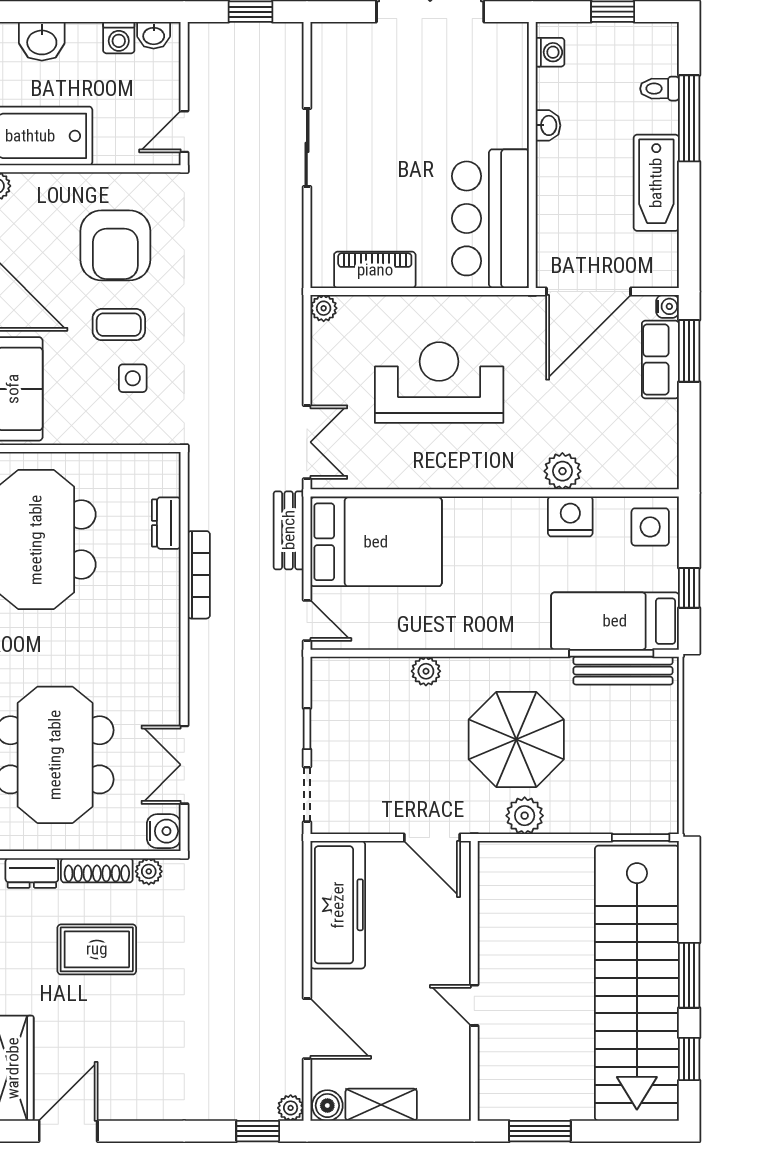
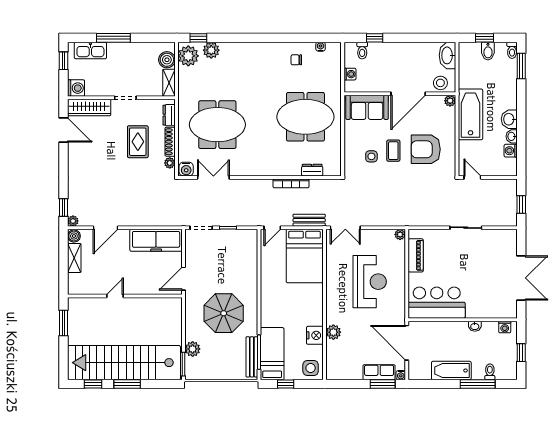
washbasin: (154, 35) -> (512, 136), moved
plant: (426, 671) -> (252, 276), removed
plant: (525, 816) -> (193, 349), moved

